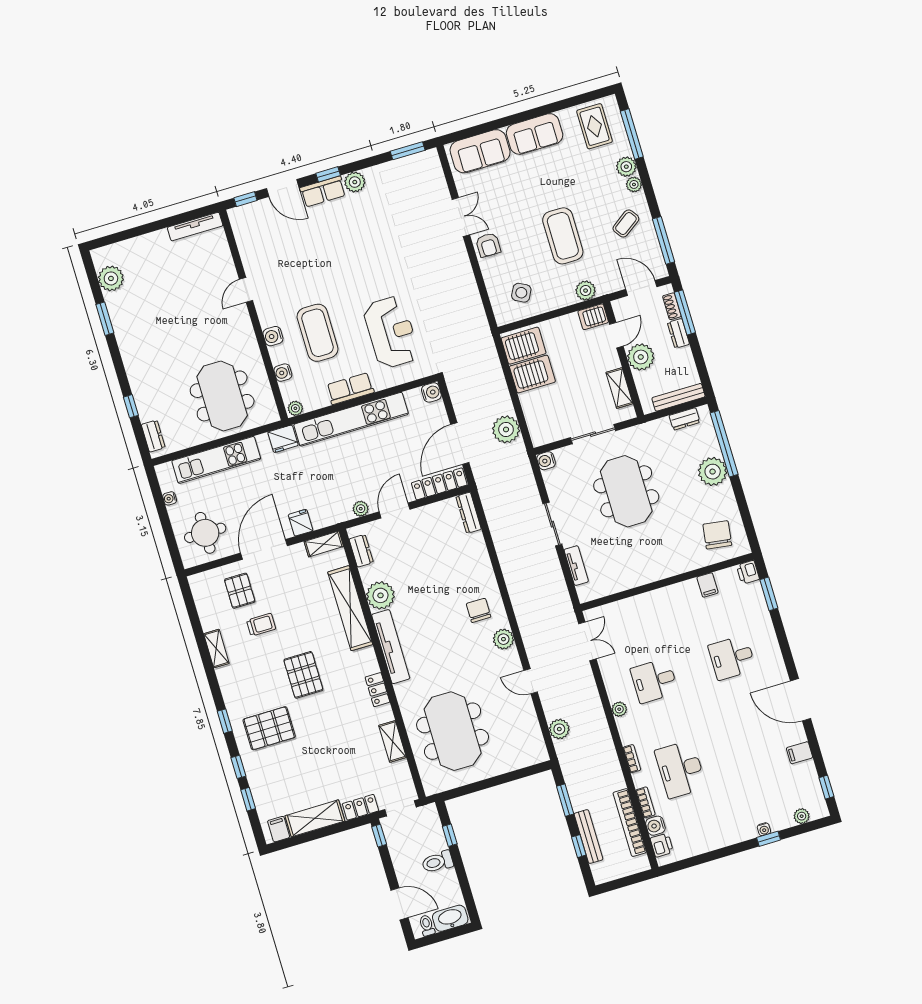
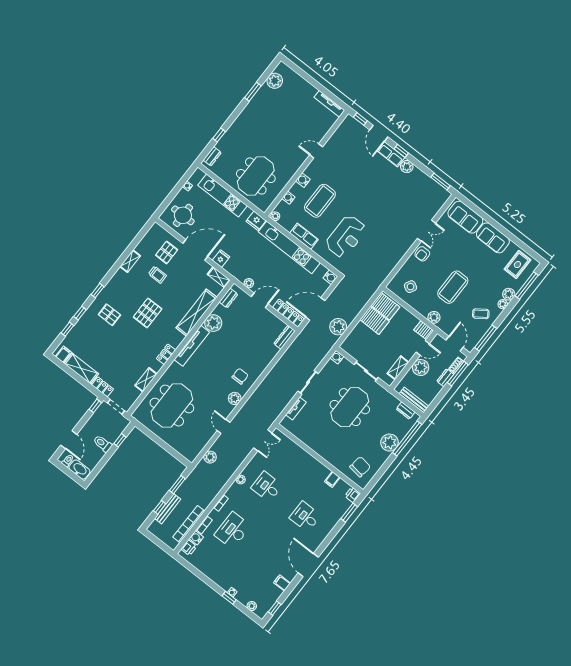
pallet: (269, 728) -> (109, 315), width x0.67, depth x0.71

